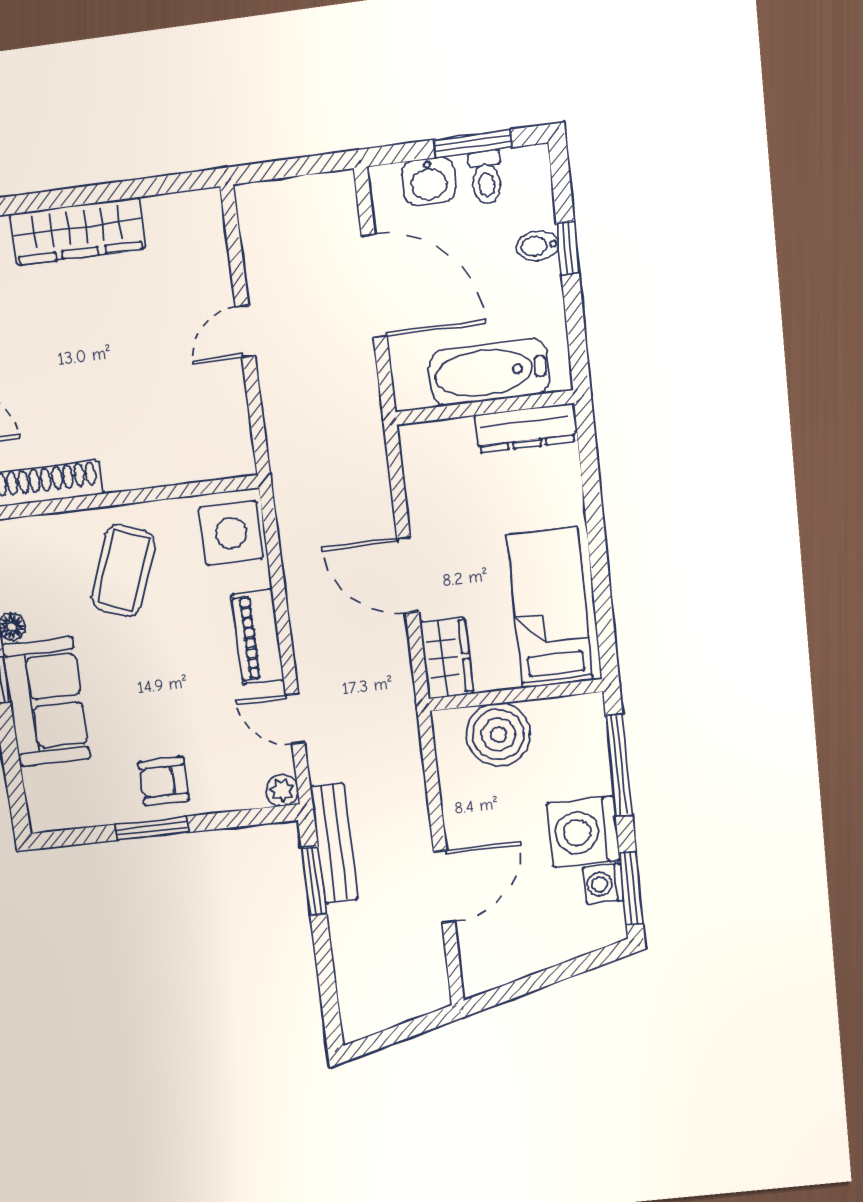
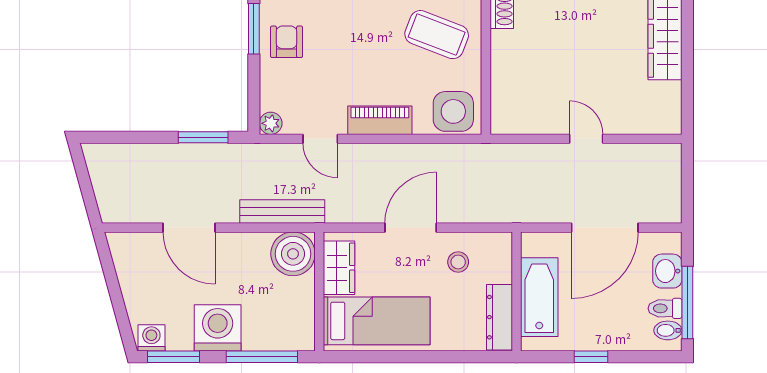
window: (473, 144) -> (687, 302), width x1.44
bidet: (537, 246) -> (668, 330), moved, turned -90
window: (568, 248) -> (591, 357), moved
stool: (450, 499) -> (458, 262), added
wardrobe: (447, 658) -> (339, 268), moved, turned -90
door: (295, 719) -> (320, 139), swing flipped
boiler: (498, 735) -> (293, 254), moved
bench: (334, 843) -> (282, 212), moved
washing machine: (603, 884) -> (151, 338), moved

